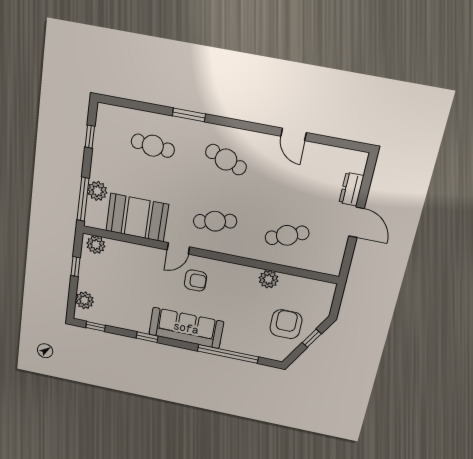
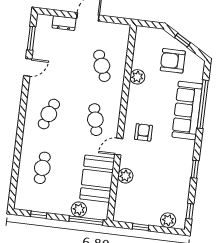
window: (189, 115) -> (31, 38), moved
plant: (96, 245) -> (125, 176), moved
door: (178, 248) -> (119, 147), swing flipped
sofa: (186, 328) -> (187, 110), moved

